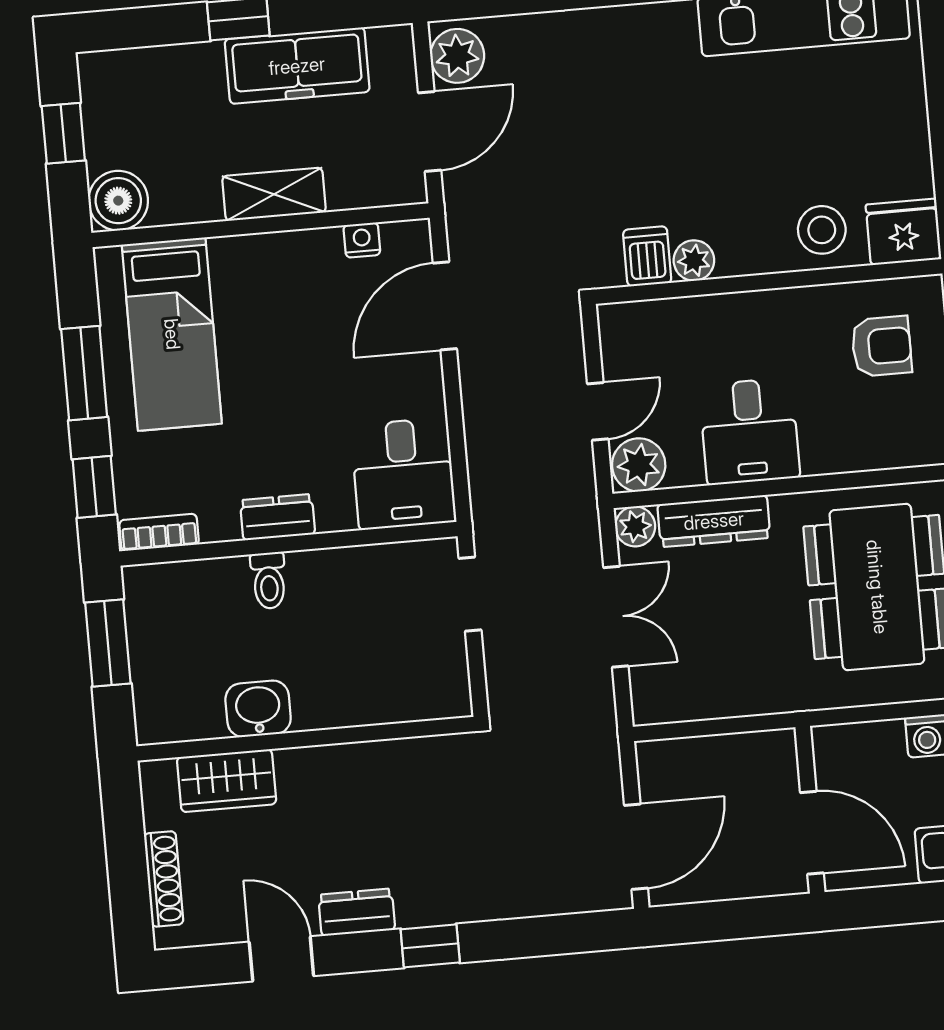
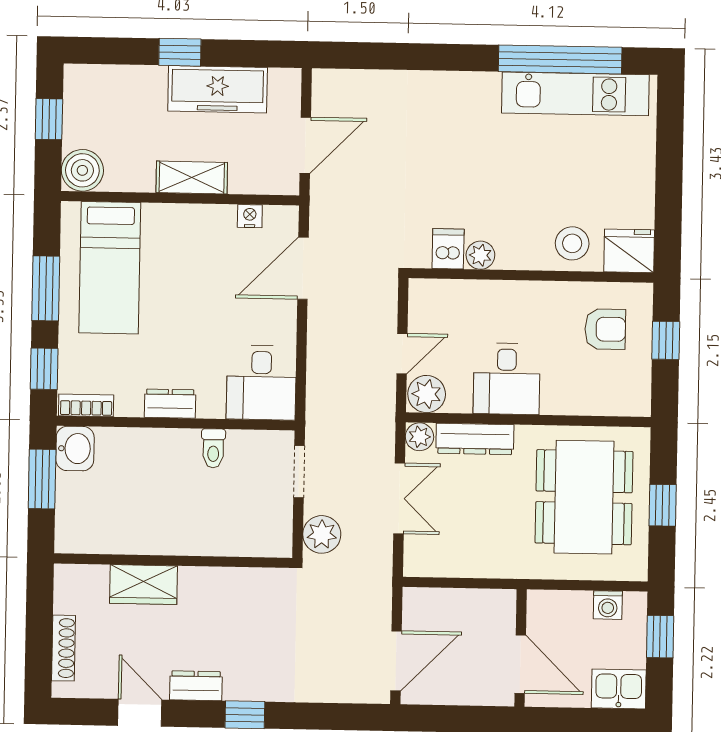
plant: (457, 56) -> (322, 534), moved
toilet: (269, 581) -> (213, 448), moved
washbasin: (258, 709) -> (75, 449), moved, turned 90
wardrobe: (227, 781) -> (143, 585), moved

